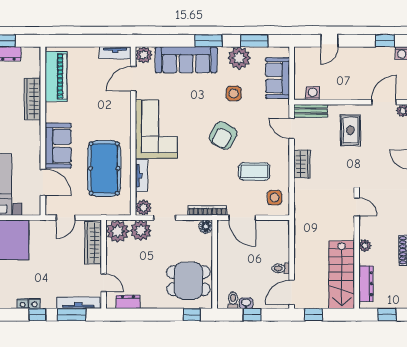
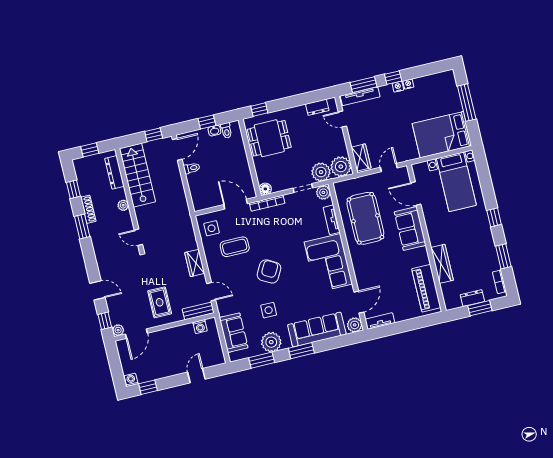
wardrobe: (93, 243) -> (361, 157), width x0.67

